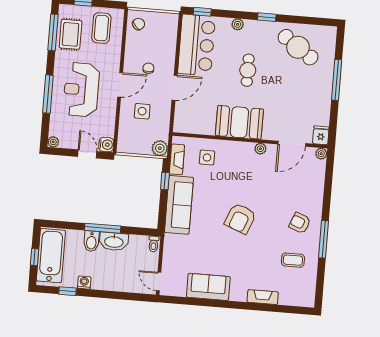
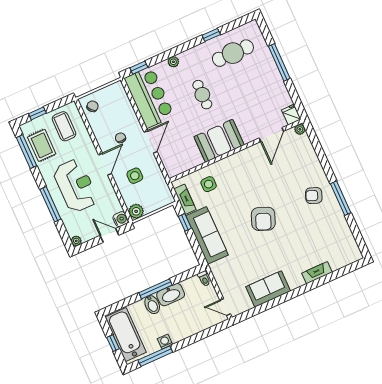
window: (267, 17) -> (211, 35), moved
cafe table: (298, 47) -> (233, 53), turned -35
reception desk: (81, 90) -> (75, 186), turned 180
plant: (160, 148) -> (136, 211), moved
plant: (260, 149) -> (248, 153), removed
coffee table: (293, 260) -> (325, 229), removed
window: (67, 291) -> (155, 356), width x2.17

